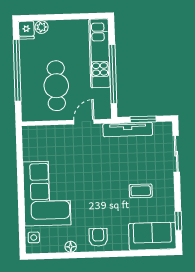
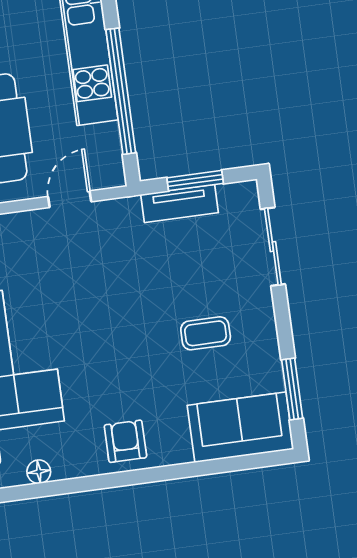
tv unit: (128, 129) -> (180, 204), width x0.71
window: (178, 221) -> (292, 389), width x1.50
floor lamp: (71, 247) -> (39, 472), moved

